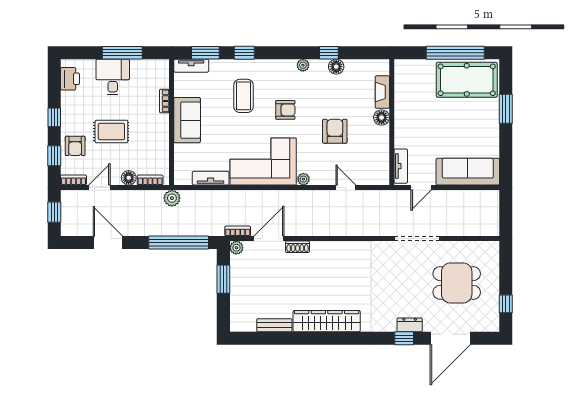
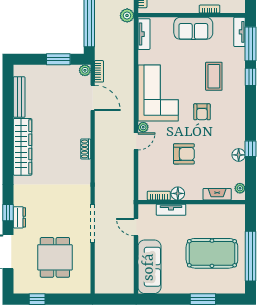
window: (205, 53) -> (251, 44), width x1.44
plant: (303, 65) -> (240, 188), moved
pool table: (467, 80) -> (212, 253), moved, turned 90
coffee table: (243, 96) -> (214, 76), turned 90
floor lamp: (382, 118) -> (178, 193), moved
bookcase: (384, 161) -> (159, 196), added
tv unit: (401, 166) -> (171, 210), moved
tv unit: (211, 178) -> (144, 34), moved
door: (346, 188) -> (136, 141), moved
shoe rack: (298, 247) -> (86, 149), moved
bench: (274, 325) -> (19, 97), width x1.36

